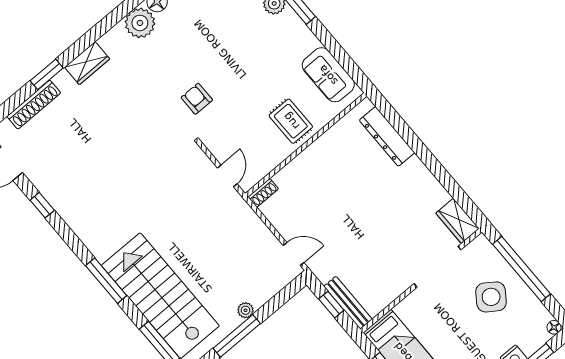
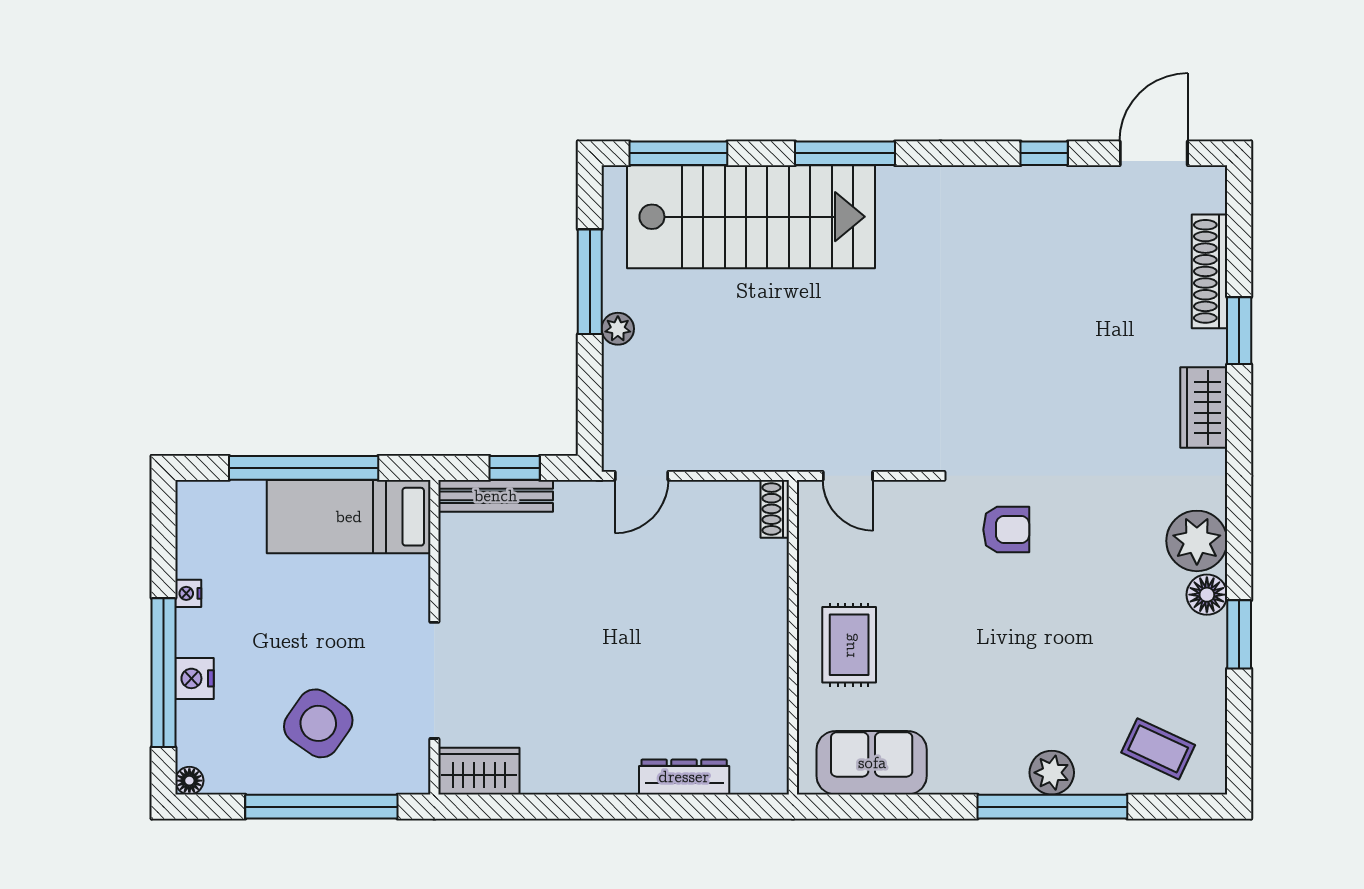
rug: (291, 121) -> (849, 645), turned 90
dresser: (387, 136) -> (684, 777), width x0.73, depth x0.80

